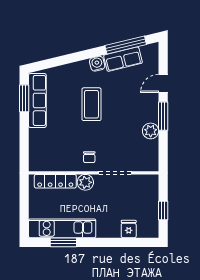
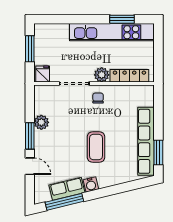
door: (163, 83) -> (30, 166), hinge flipped
row of seats: (37, 100) -> (146, 141), width x1.36
window: (163, 211) -> (30, 49), width x1.50
kitchen unit: (62, 228) -> (112, 32), width x1.36
fridge: (129, 229) -> (43, 74), moved, turned 180

